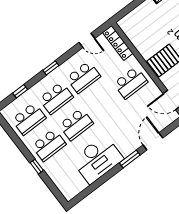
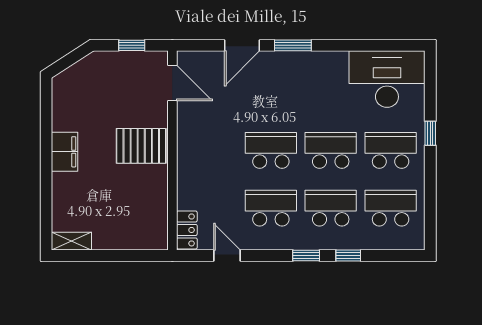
locker: (118, 43) -> (187, 230), width x0.66
school desk: (131, 83) -> (271, 150), moved
window: (20, 91) -> (348, 255), moved
desk: (97, 159) -> (387, 79), moved

